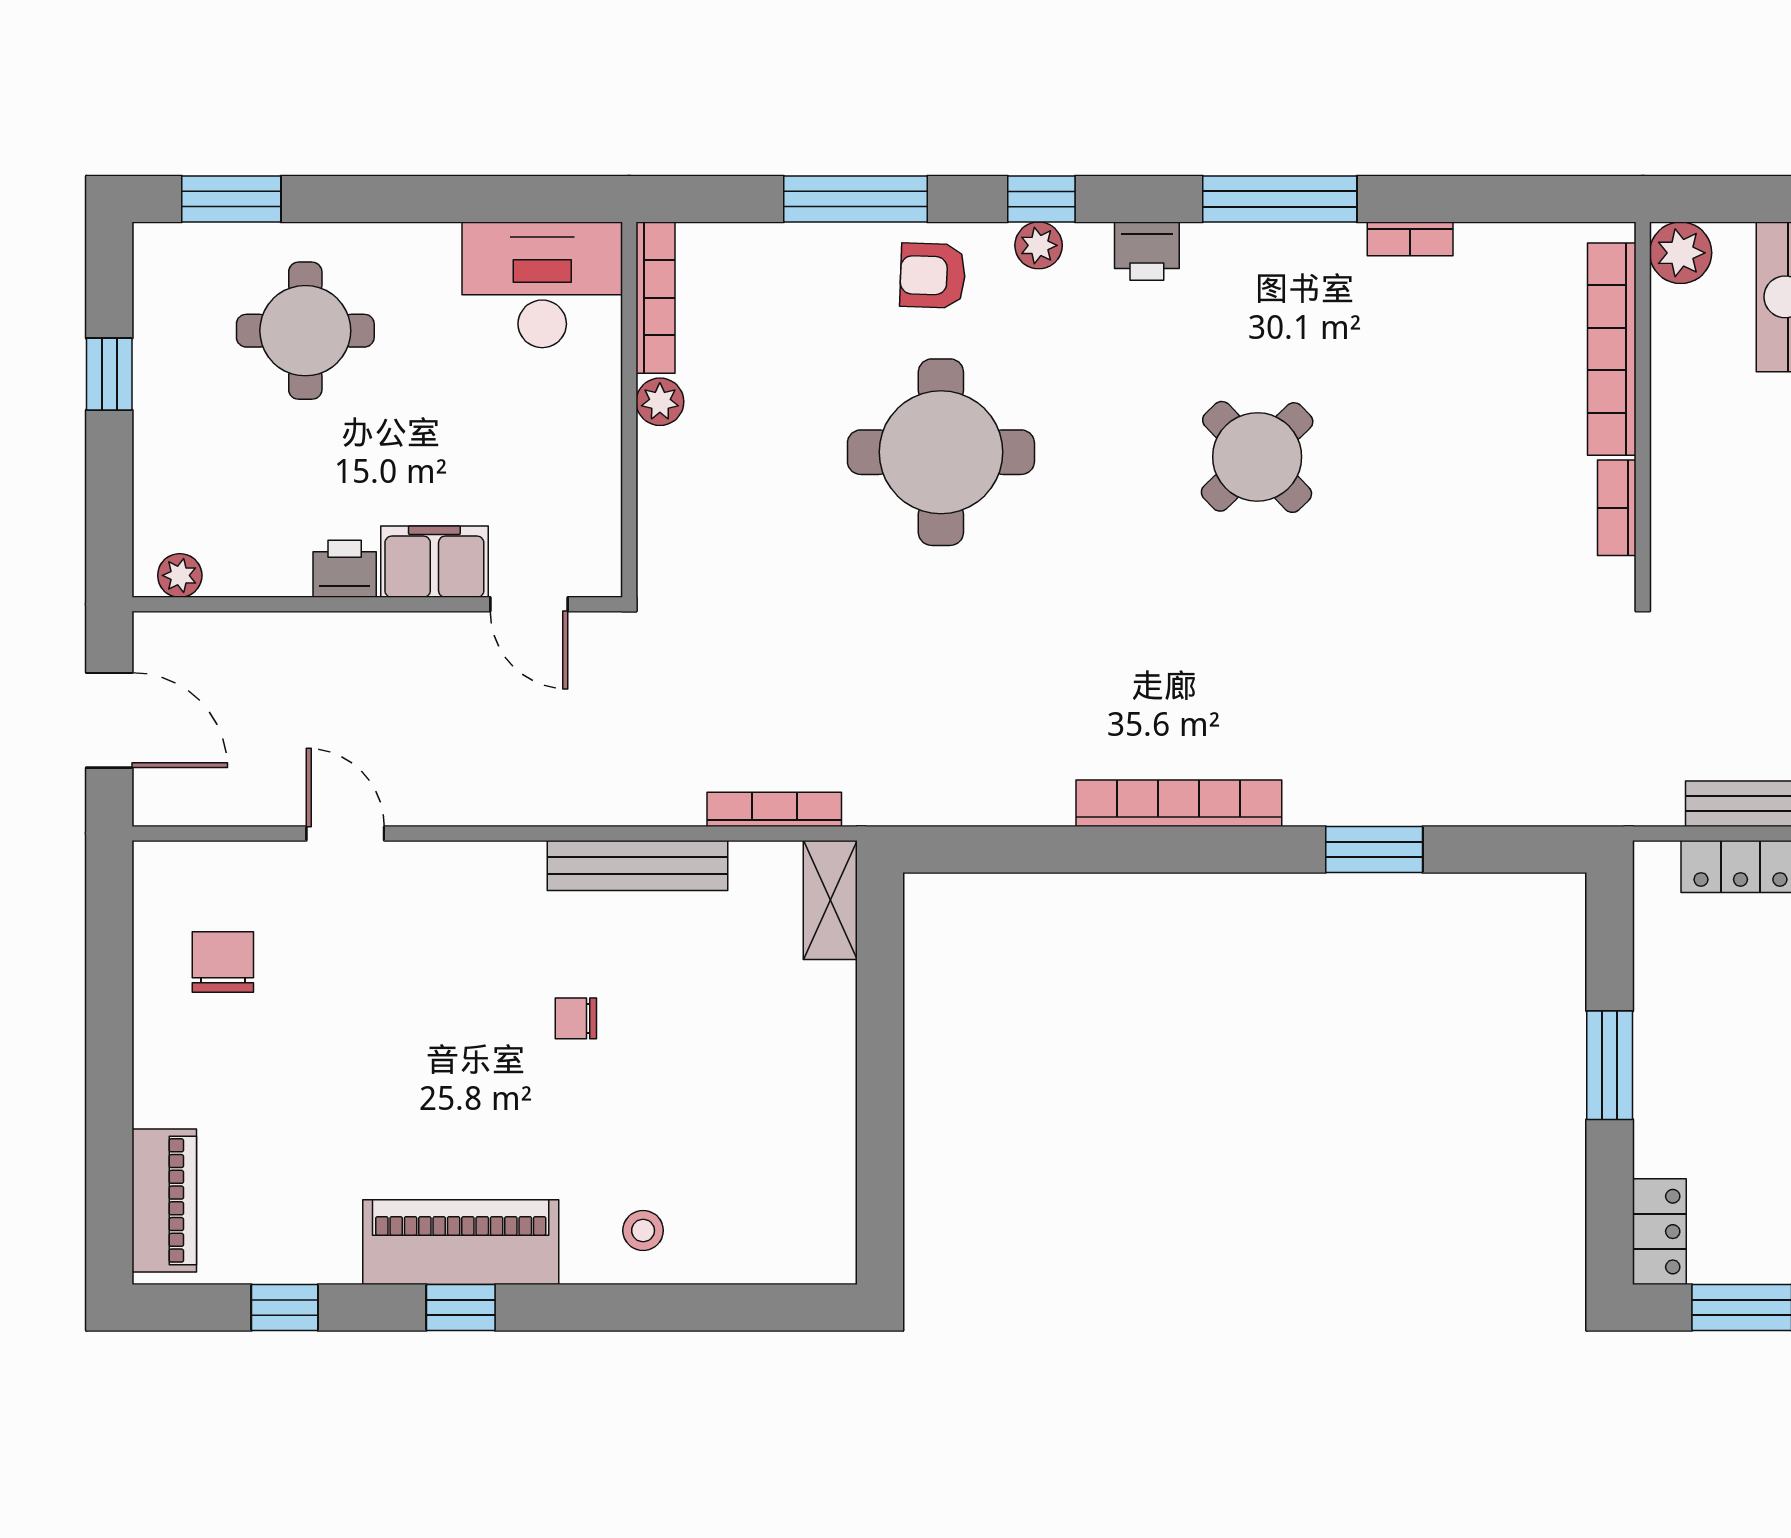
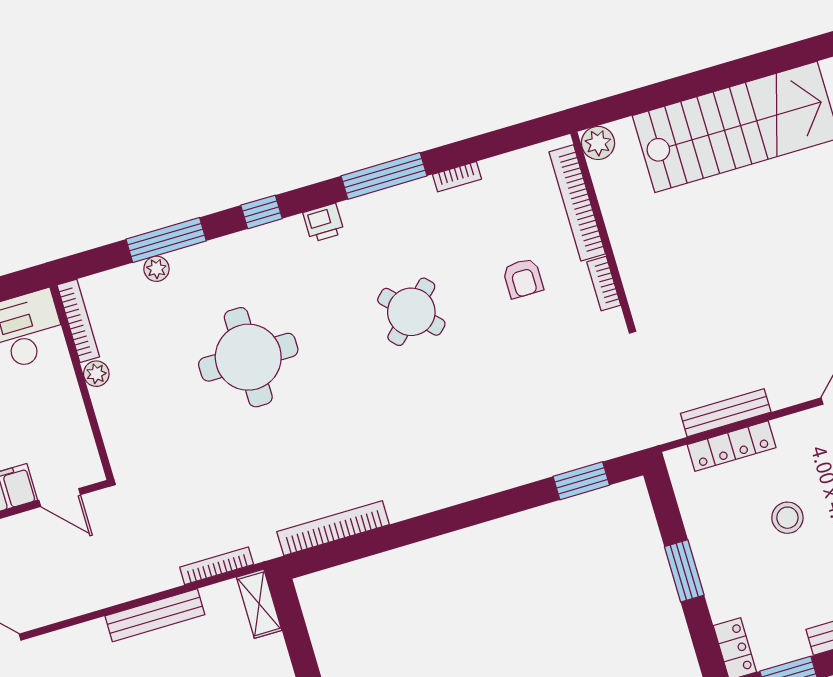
plant: (1039, 245) -> (156, 269), moved
armchair: (933, 276) -> (523, 278), moved, turned -92
bookcase: (1179, 803) -> (333, 528), moved
window: (1374, 849) -> (581, 481), moved

